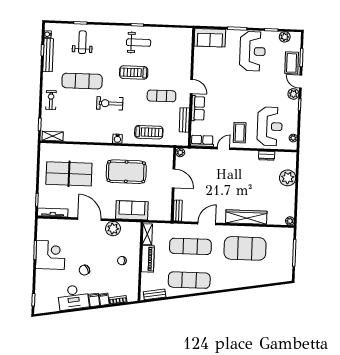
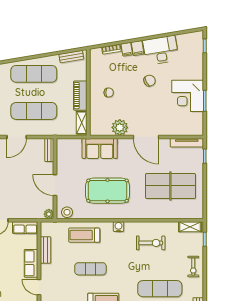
exercise mat: (161, 96) -> (90, 269), moved
exercise bike: (110, 103) -> (151, 243), moved
stool: (164, 153) -> (67, 212), added

